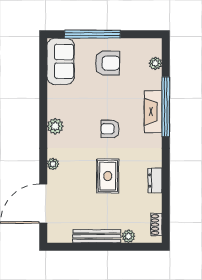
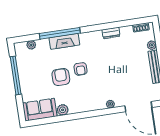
window: (92, 34) -> (16, 75), moved
armchair: (107, 63) -> (61, 77), moved
plant: (55, 126) -> (63, 110), moved
rug: (108, 176) -> (113, 66), removed

